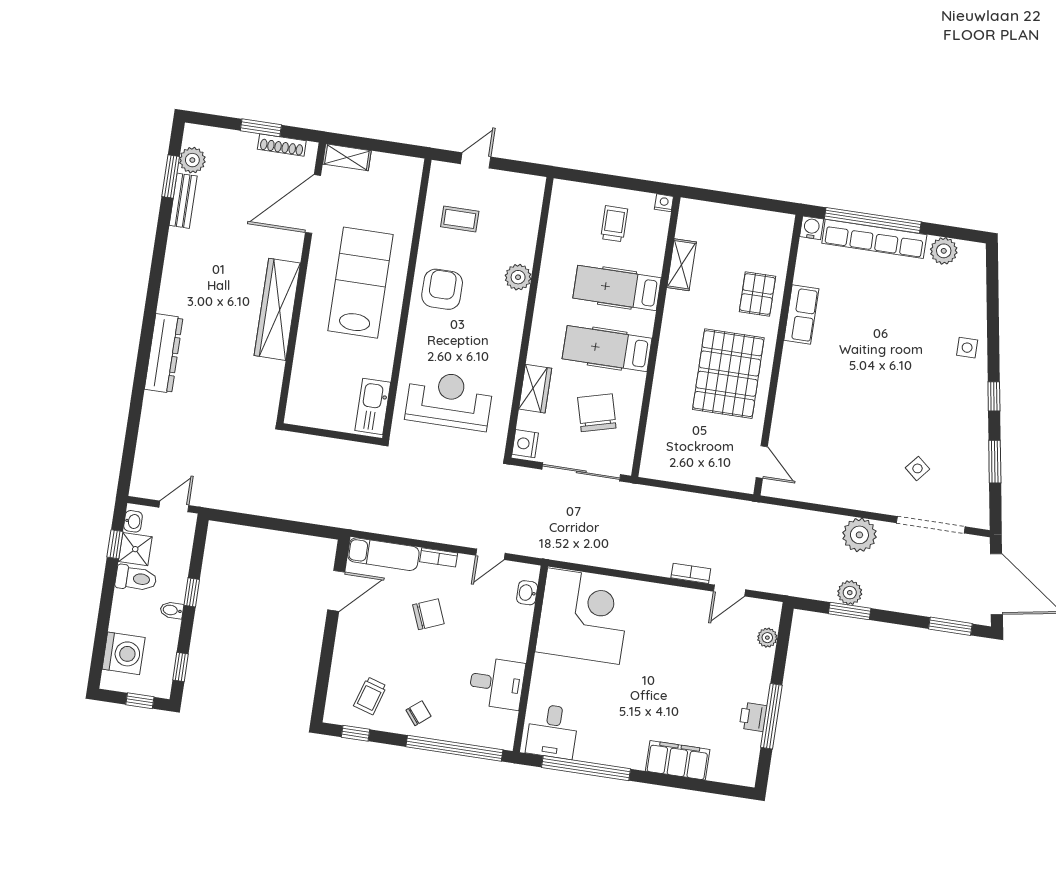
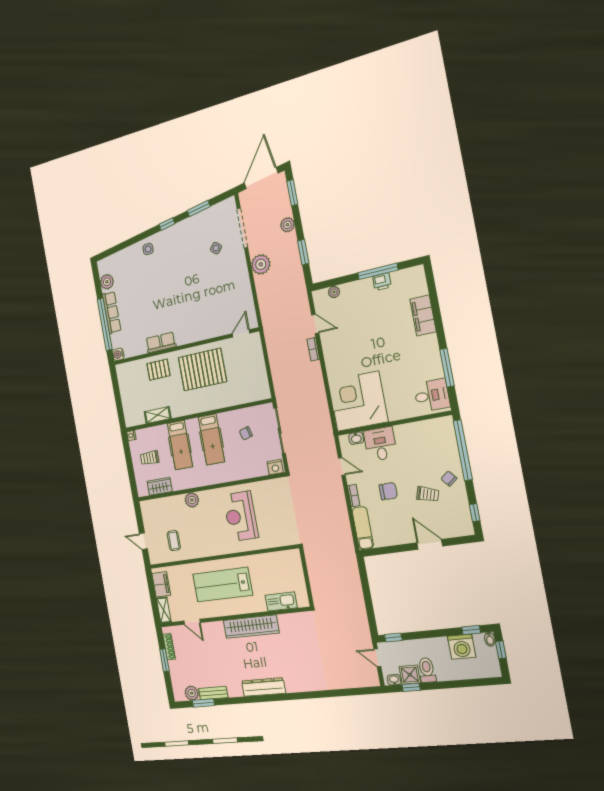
filing cabinet: (392, 168) -> (161, 584), added
door: (313, 204) -> (192, 622), width x0.53
row of seats: (874, 239) -> (112, 312), width x0.73
armchair: (442, 289) -> (211, 539), removed
dresser: (164, 353) -> (263, 687), moved
wardrobe: (535, 389) -> (160, 486), moved
reception desk: (449, 400) -> (241, 516), moved
kitchen sink: (373, 406) -> (281, 601), moved, turned 180
chair: (597, 413) -> (246, 433), width x0.54, depth x0.54
door: (336, 591) -> (430, 544), moved
window: (192, 592) -> (393, 637), moved
plant: (850, 593) -> (287, 225), moved
bidet: (172, 610) -> (490, 639), moved
chair: (428, 614) -> (388, 491), turned 112
washing machine: (124, 653) -> (462, 647), moved, turned 180
desk: (497, 683) -> (380, 444), moved
trolley: (370, 696) -> (428, 494), moved
window: (586, 768) -> (447, 368), width x0.68

